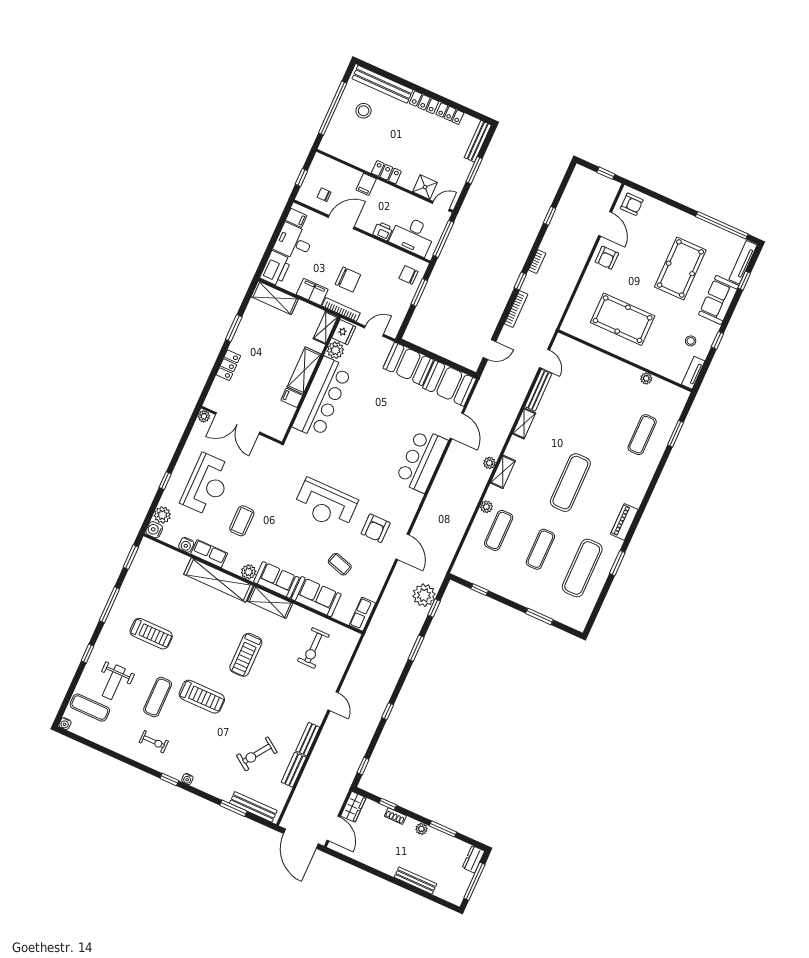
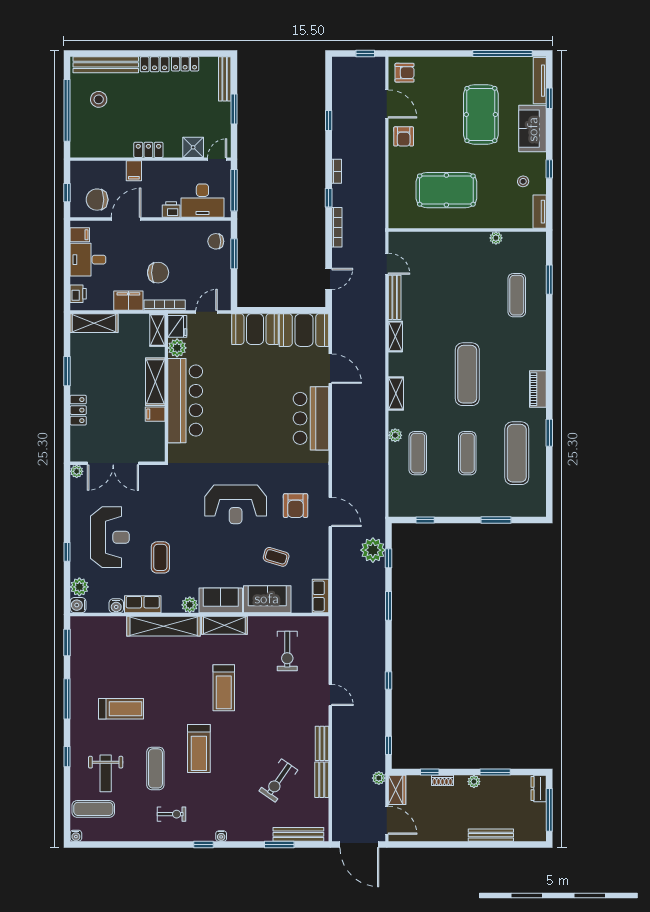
chair: (324, 195) -> (97, 200), width x1.87, depth x1.87
printer: (276, 268) -> (78, 294), width x0.53, depth x0.68
plant: (489, 463) -> (379, 778), moved
treadmill: (202, 697) -> (199, 749), turned 90

